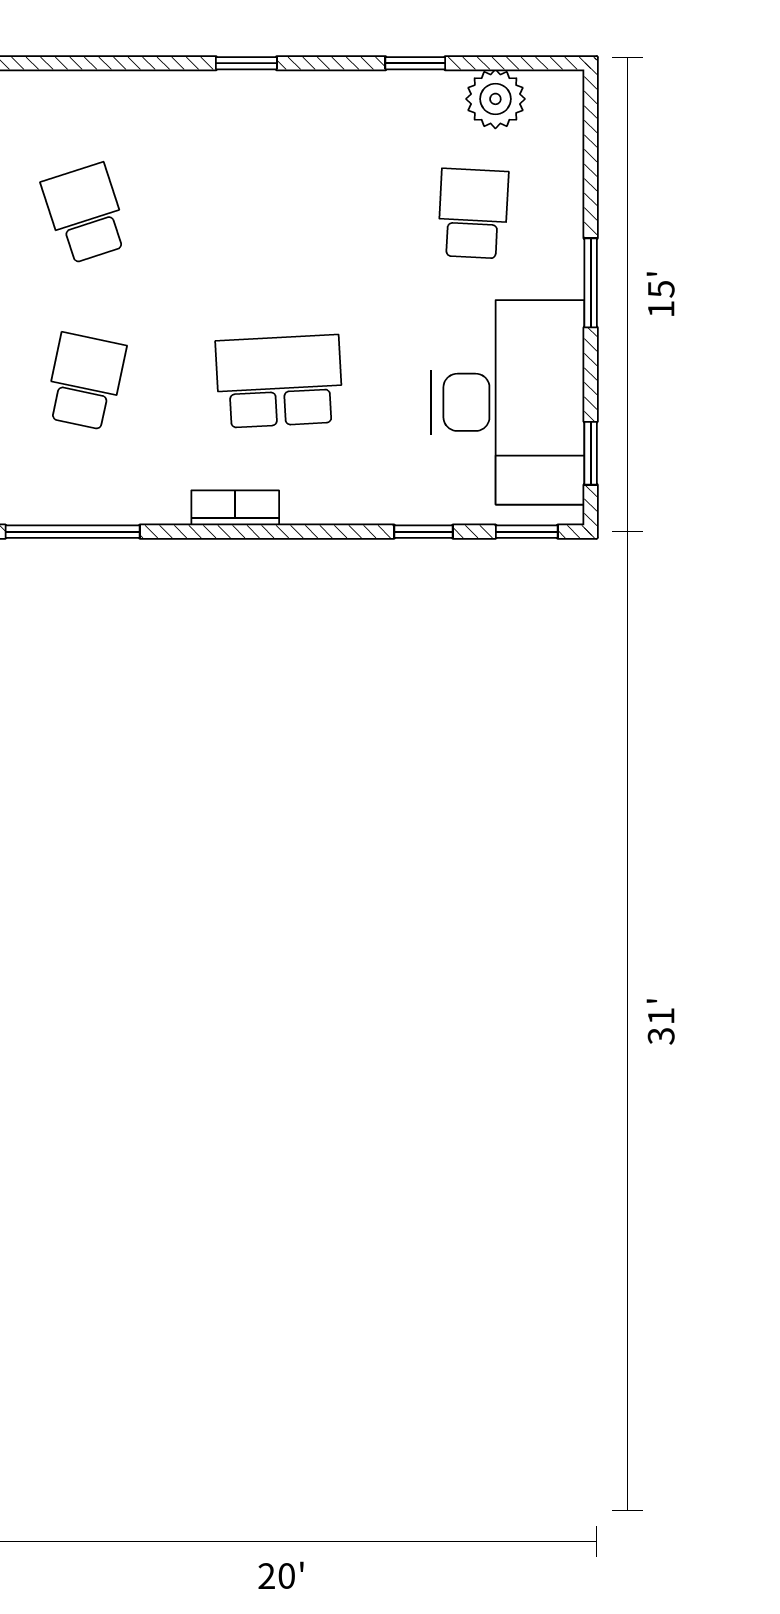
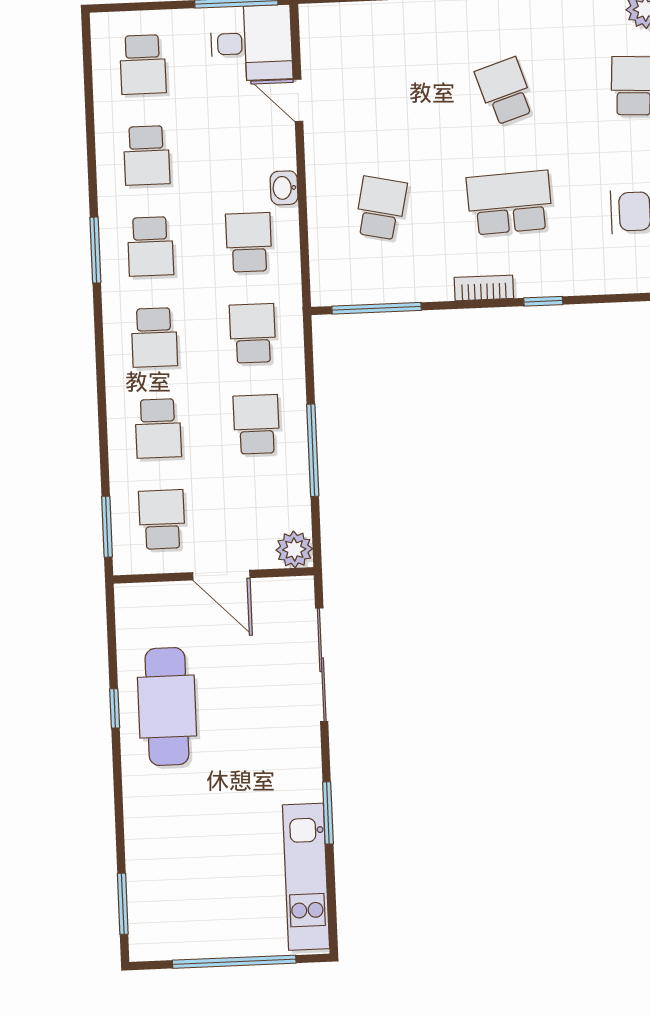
school desk: (85, 213) -> (505, 91), moved
window: (423, 532) -> (543, 301), moved

